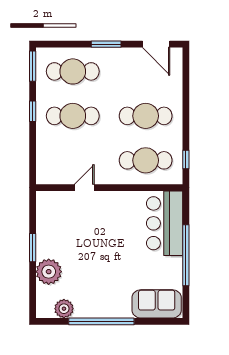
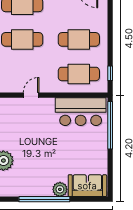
bar counter: (165, 223) -> (81, 112), moved, turned -90
window: (186, 255) -> (110, 125), moved
plant: (64, 309) -> (60, 189), moved

